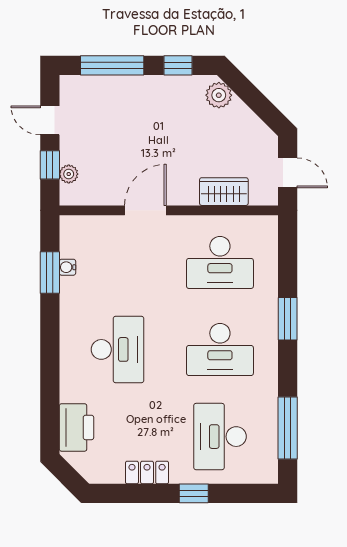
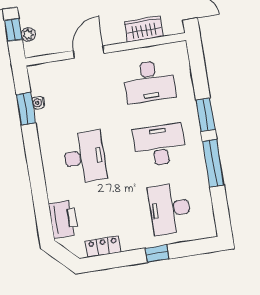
desk: (220, 349) -> (160, 145), turned 180
window: (288, 428) -> (213, 163), moved
locker: (147, 472) -> (103, 246), moved

